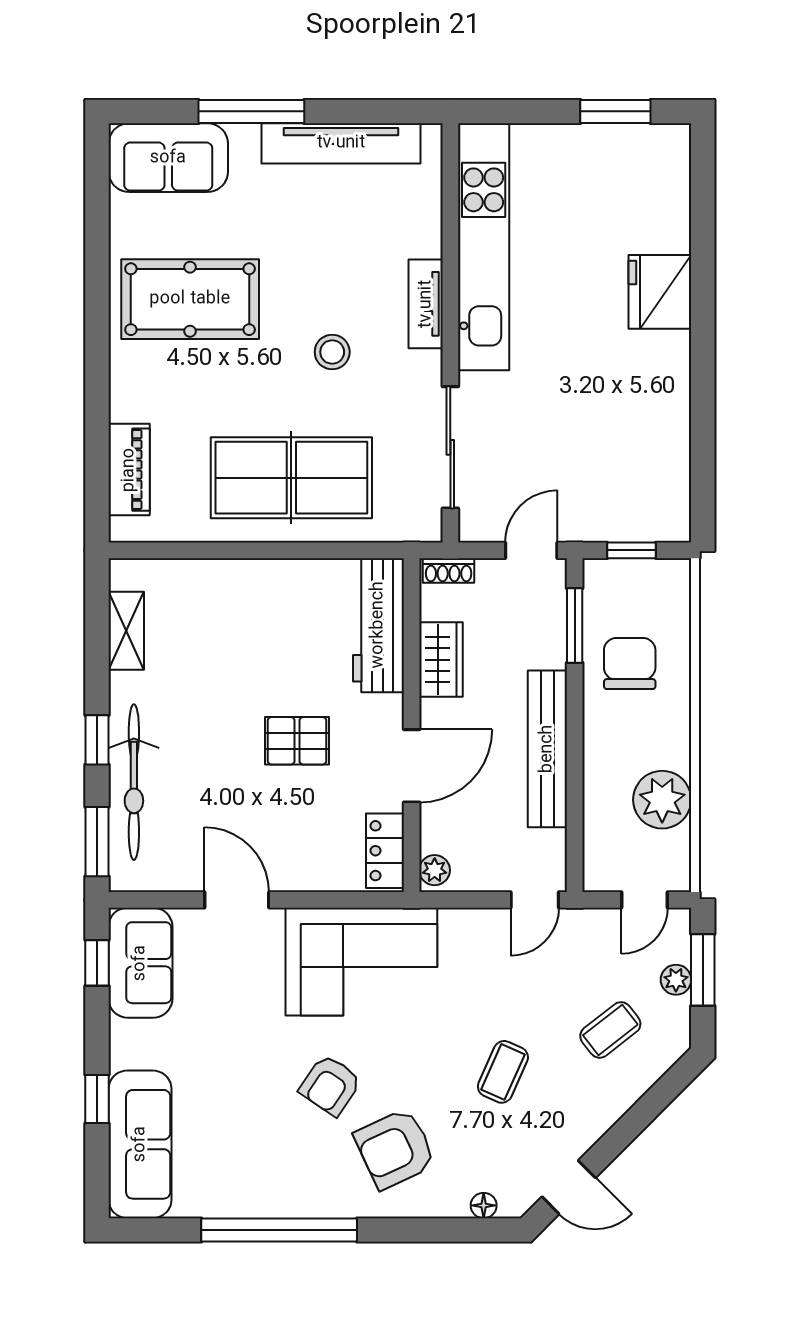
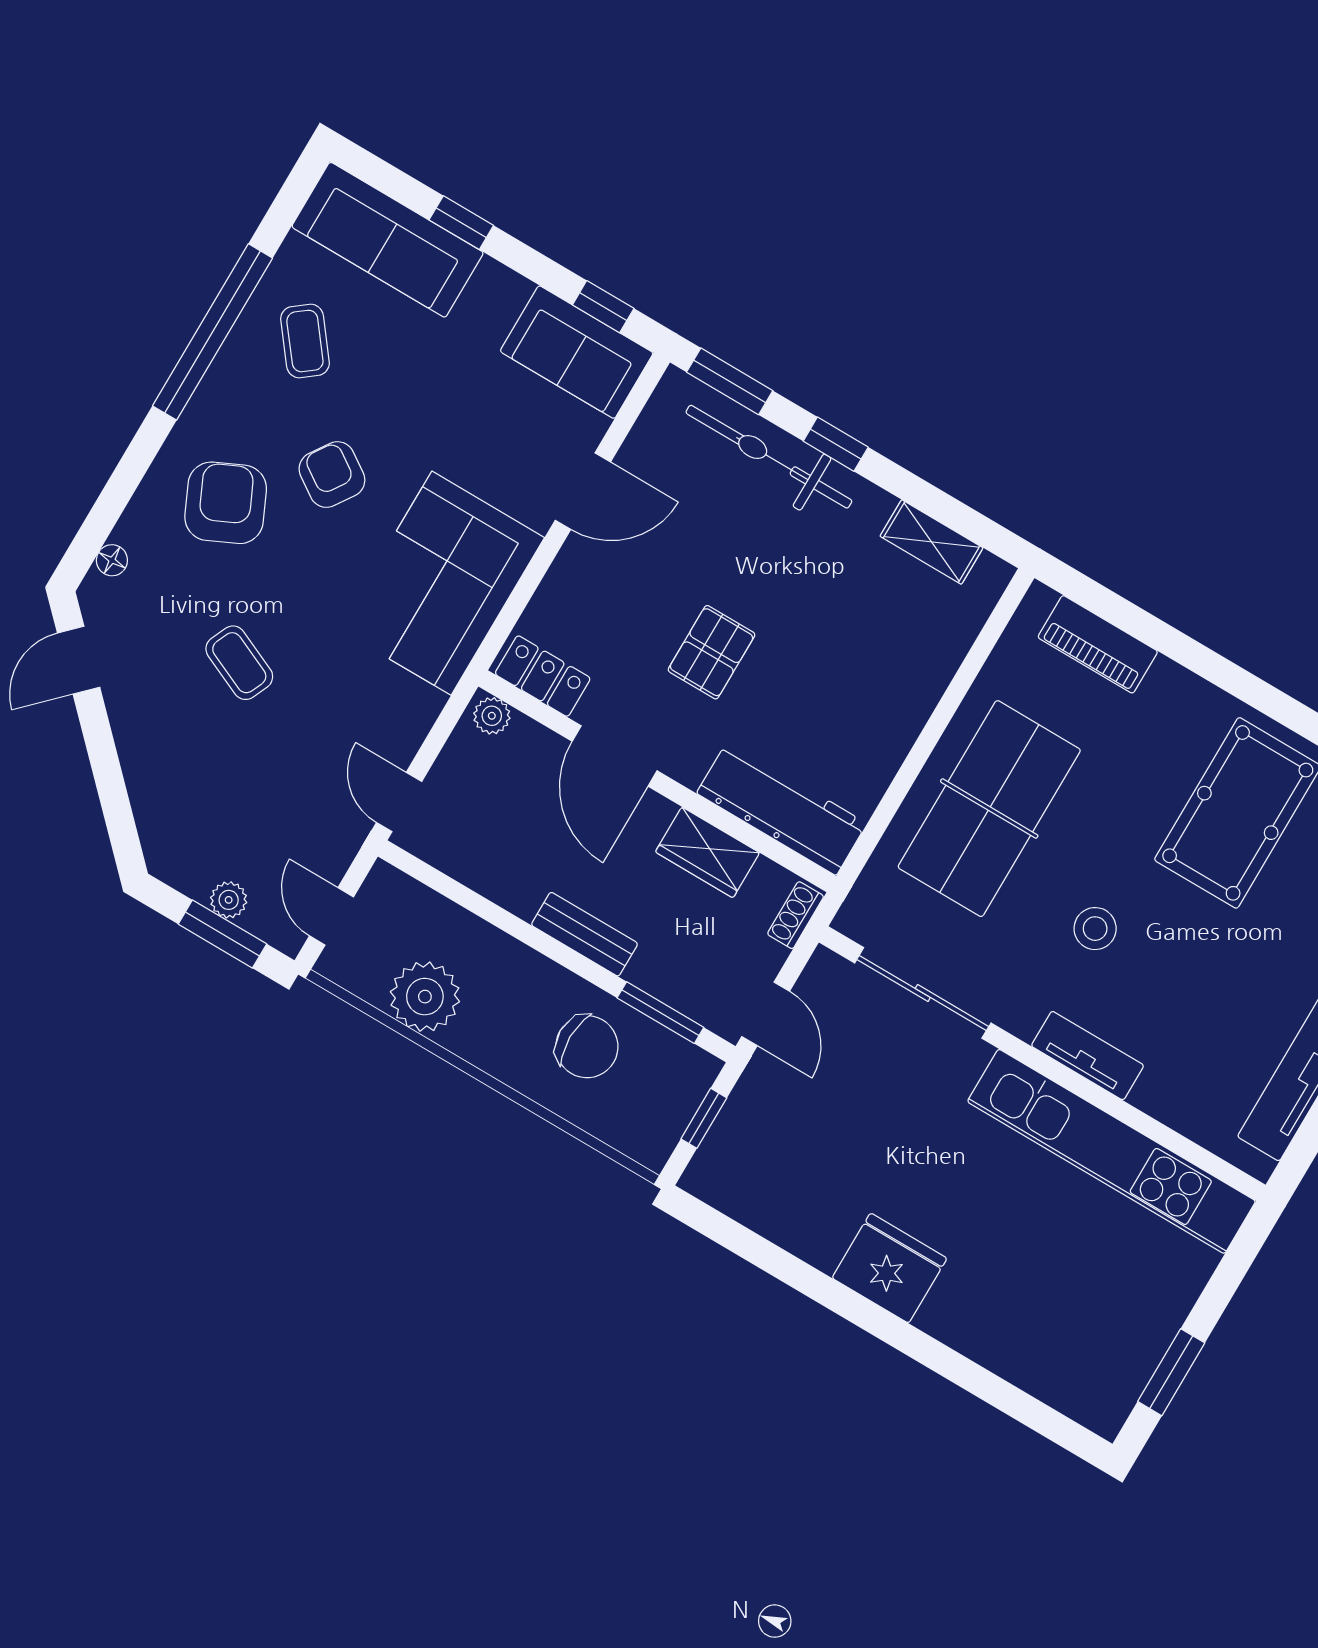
fridge: (660, 292) -> (890, 1268), moved
bench: (547, 749) -> (585, 934), width x0.54, depth x0.82
coffee table: (610, 1030) -> (305, 341), moved

